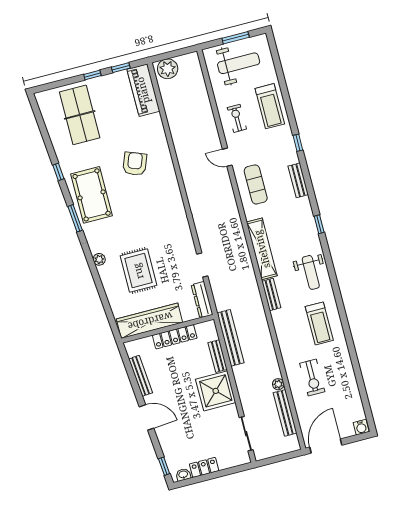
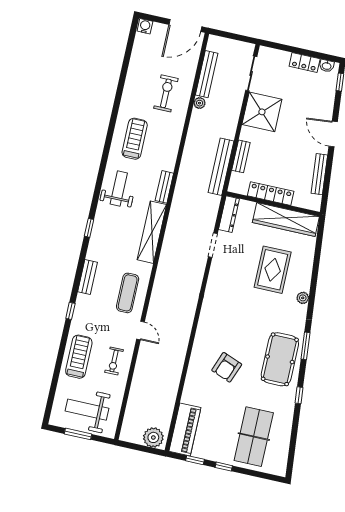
shower: (216, 391) -> (262, 112), moved

